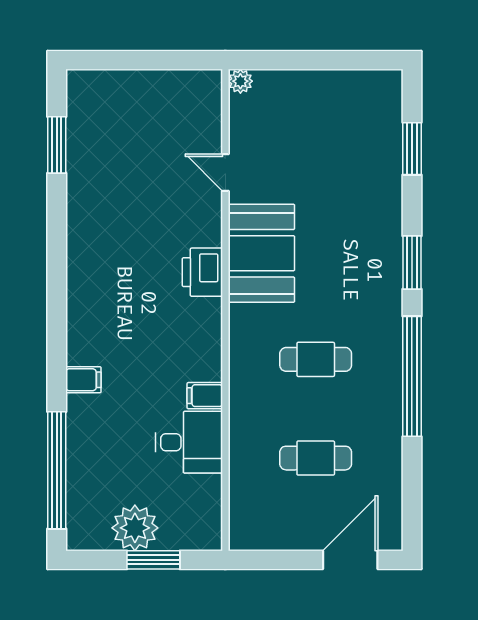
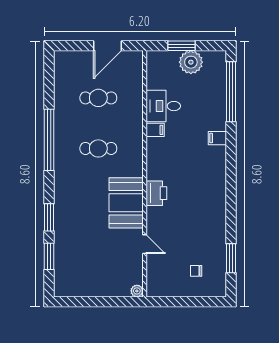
chair: (125, 120) -> (196, 271), added
window: (412, 263) -> (49, 217), moved
door: (350, 560) -> (108, 46), moved

